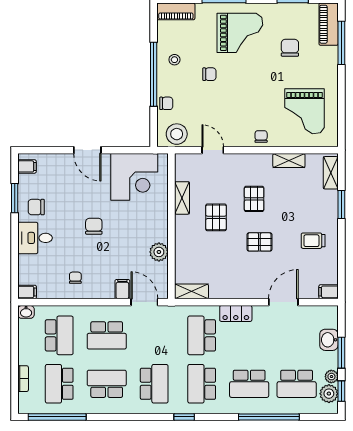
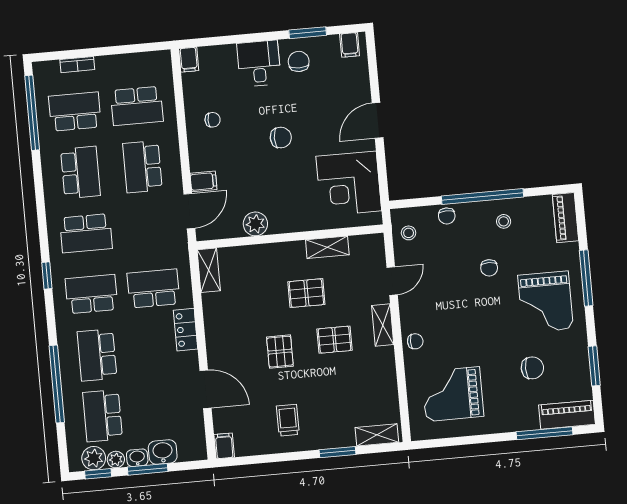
stool: (177, 134) -> (409, 233), width x0.53, depth x0.53
shelving: (289, 161) -> (383, 325), moved
washbasin: (26, 312) -> (137, 458), moved, turned 90

